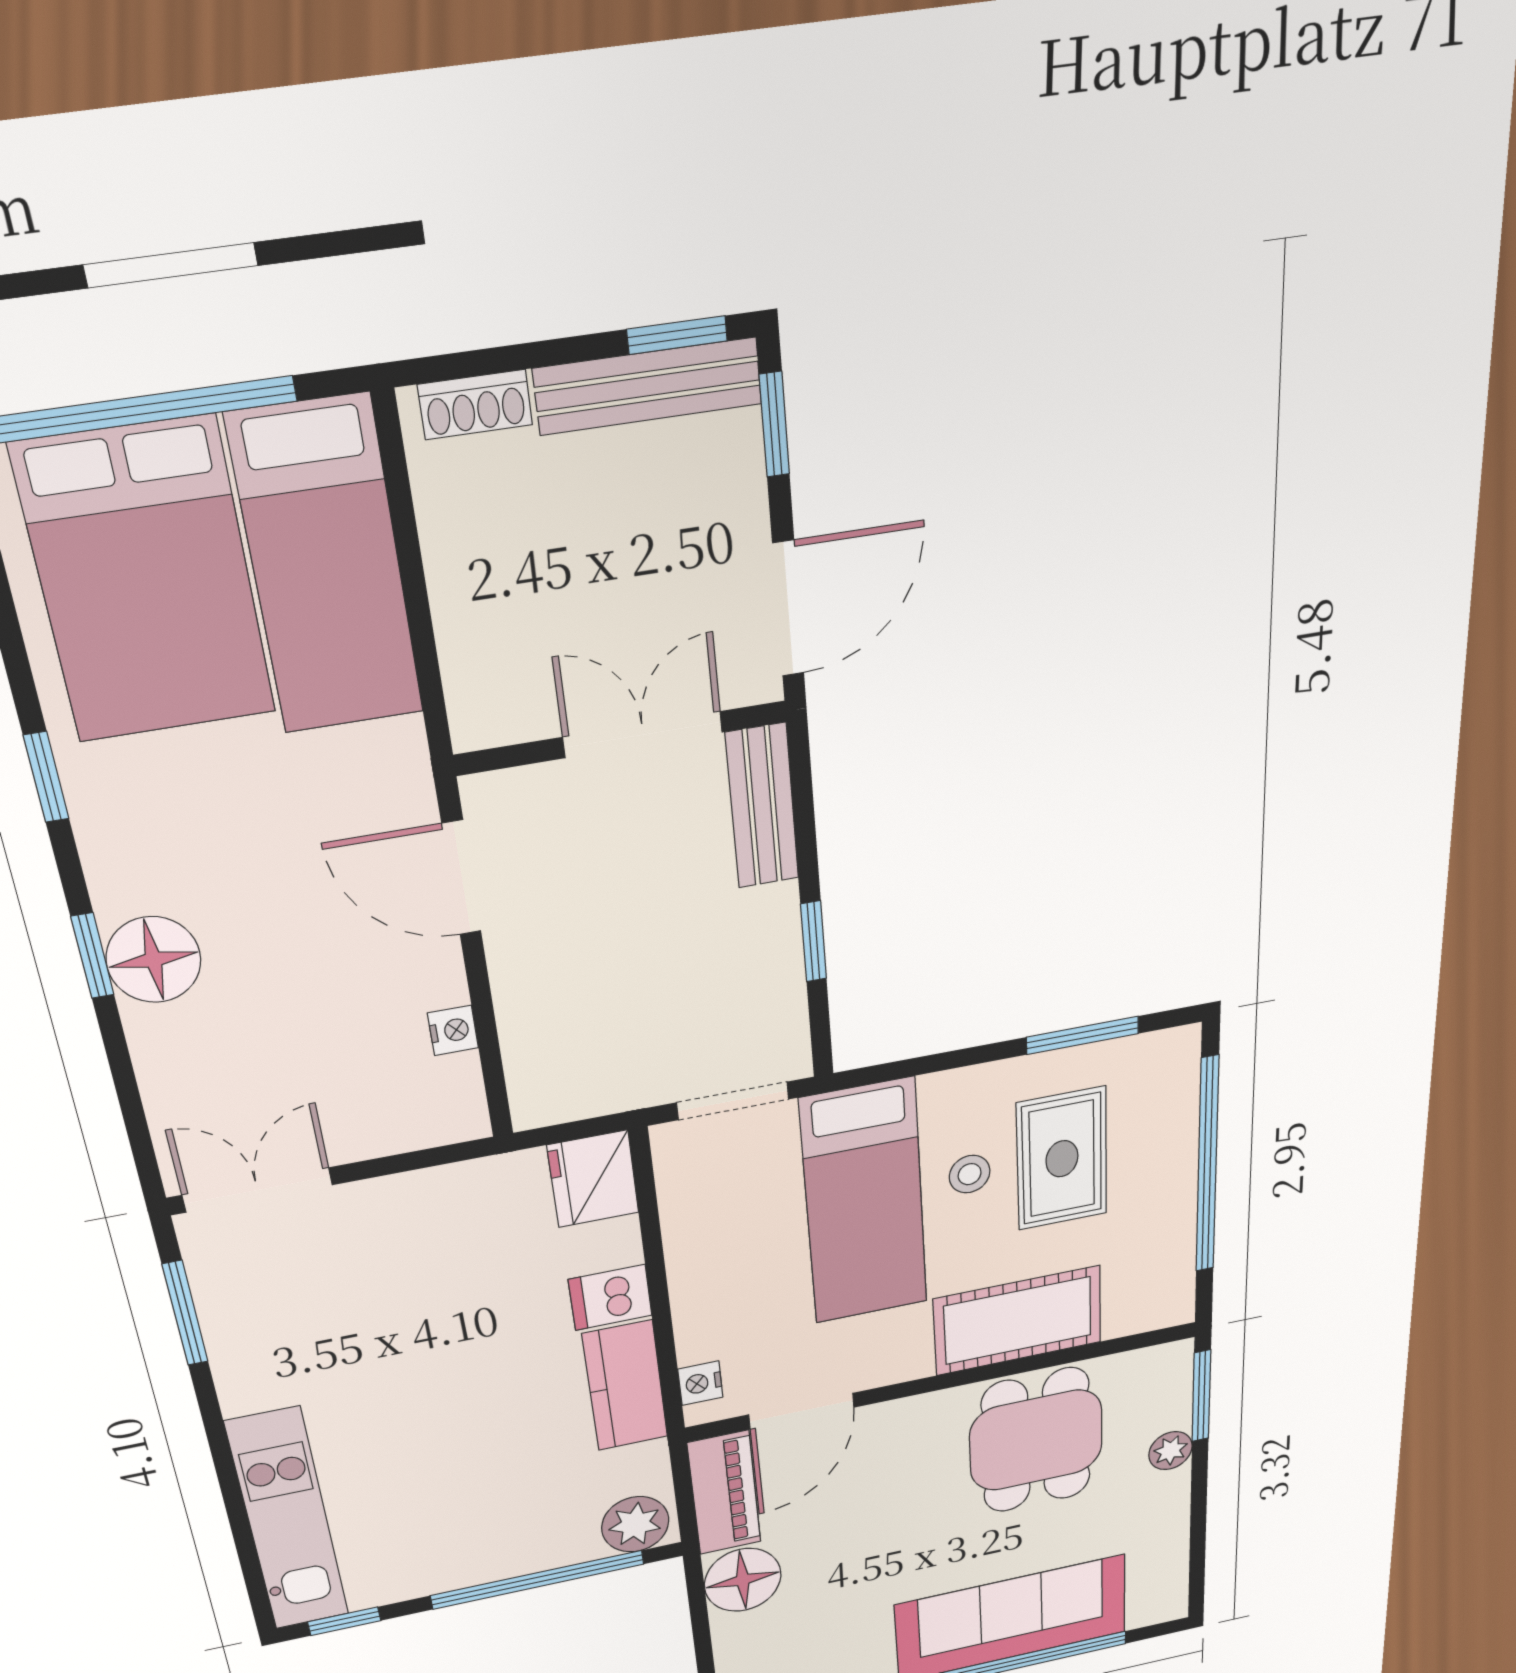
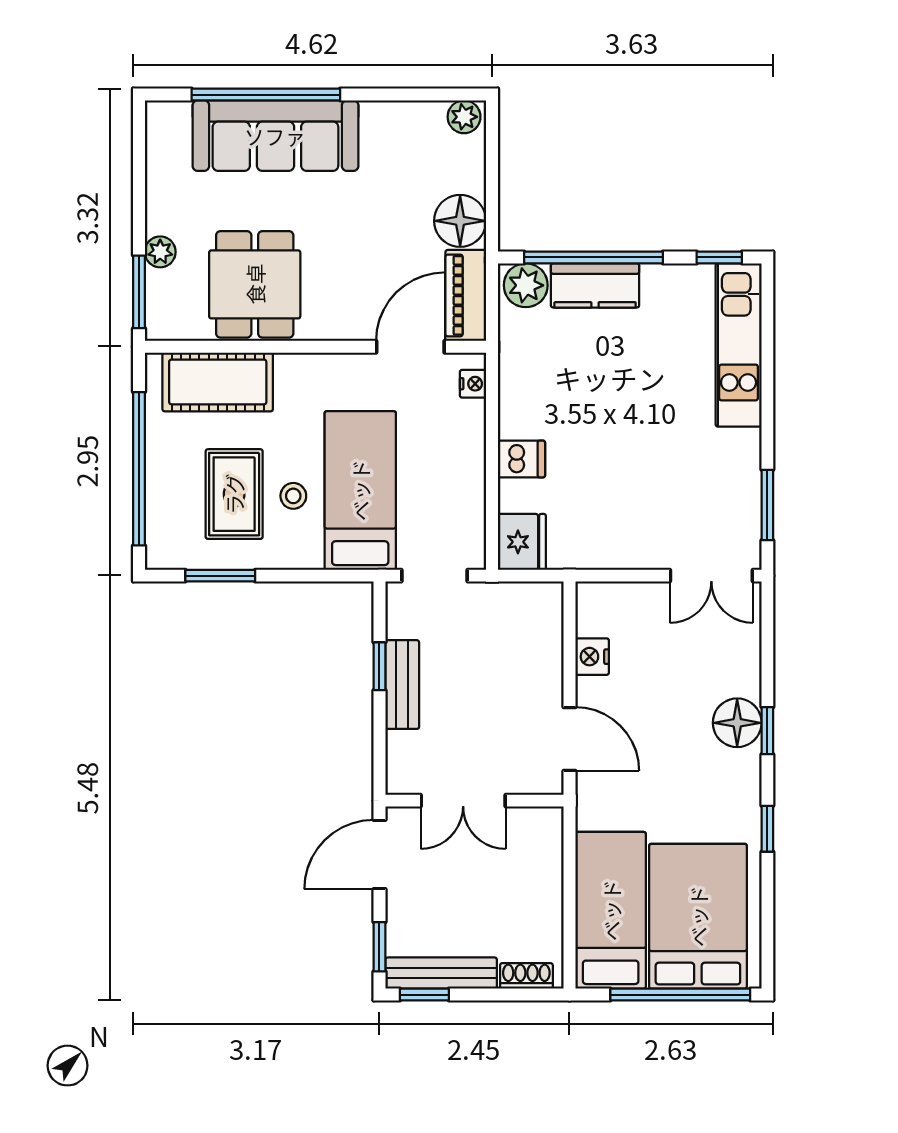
bench: (762, 806) -> (402, 685), moved
nightstand: (453, 1030) -> (592, 657), width x1.39, depth x1.35
cot: (1018, 1321) -> (218, 382), moved
kitchen counter: (625, 1386) -> (595, 285), moved, turned 90

